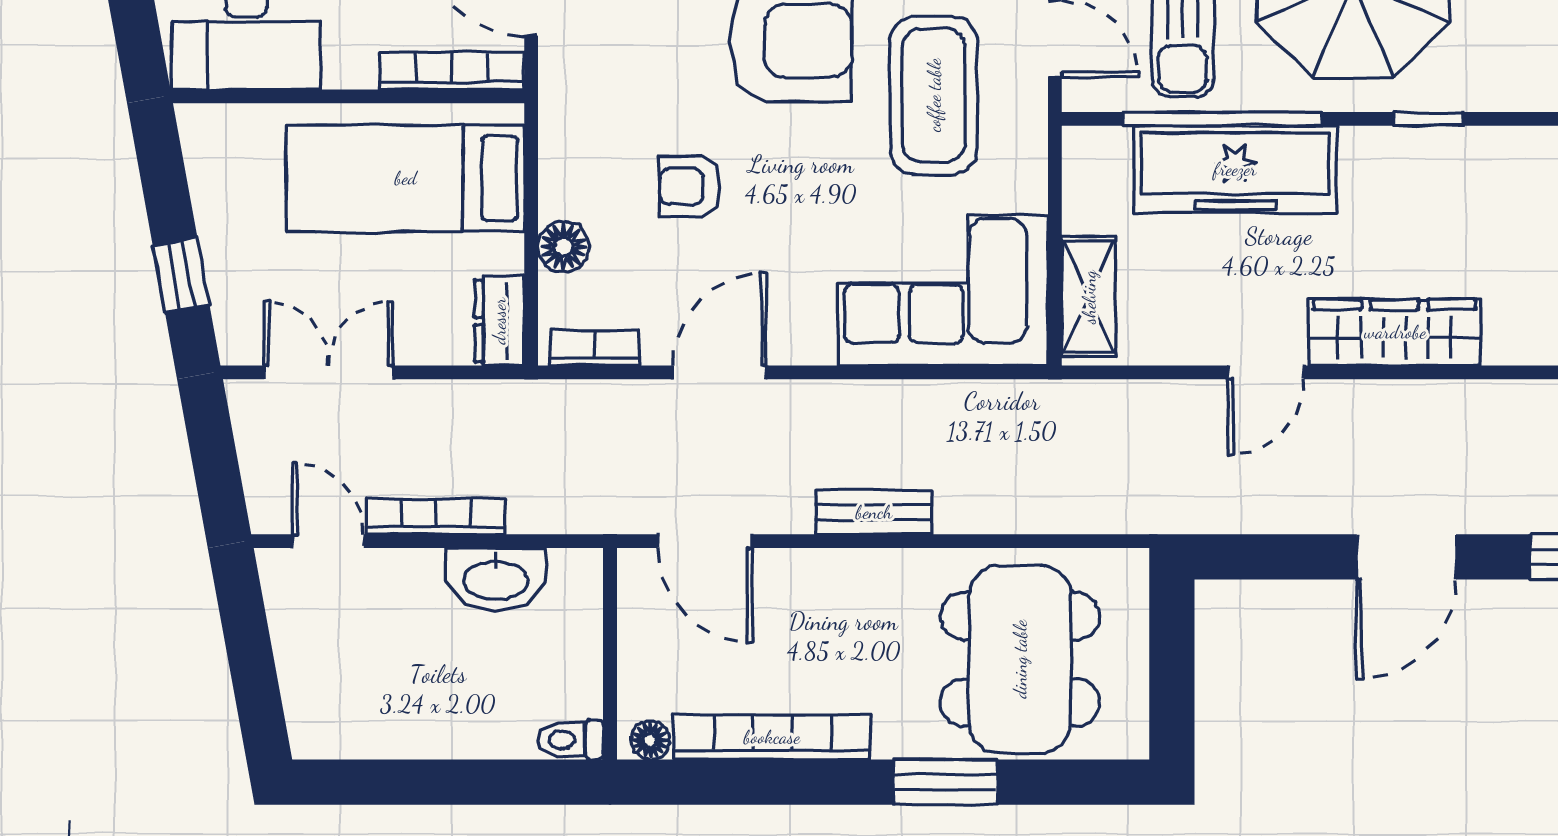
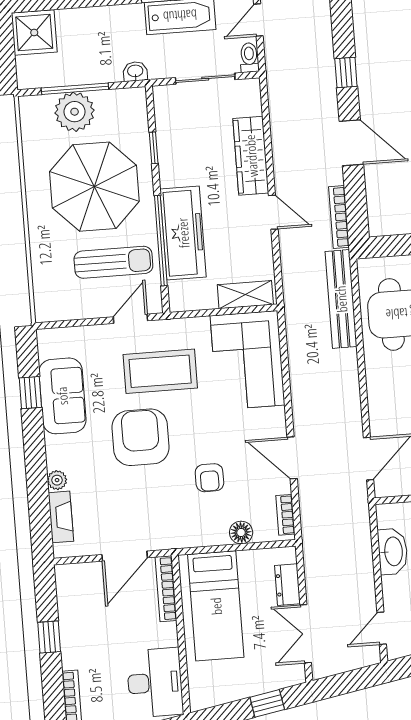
dresser: (499, 321) -> (287, 585), moved, turned 90
bench: (874, 512) -> (341, 299), moved, width x1.86, depth x1.21
bookcase: (435, 517) -> (339, 217), moved

